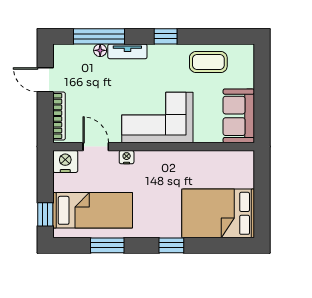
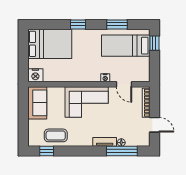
window: (166, 36) -> (47, 151), moved
nightstand: (65, 161) -> (35, 75), moved

